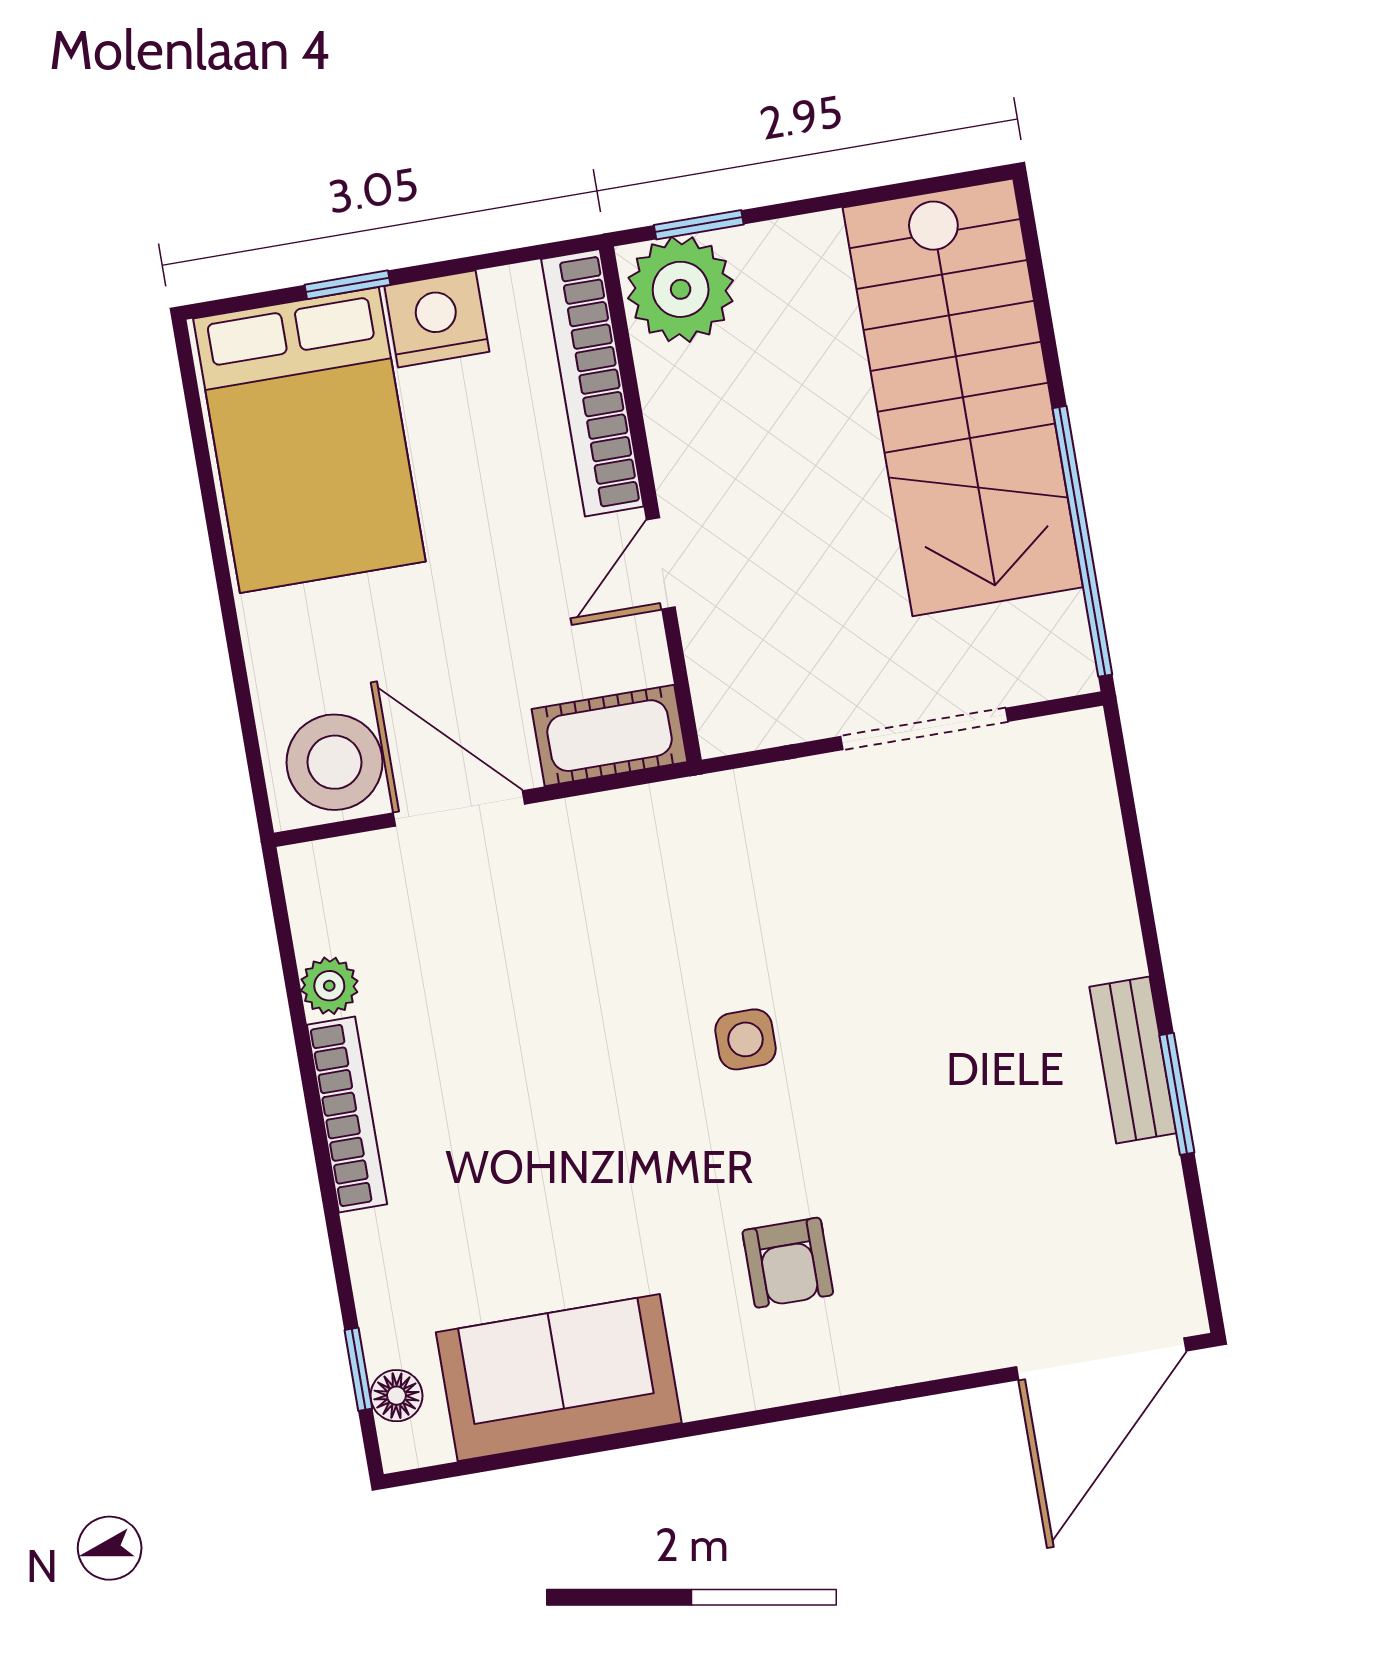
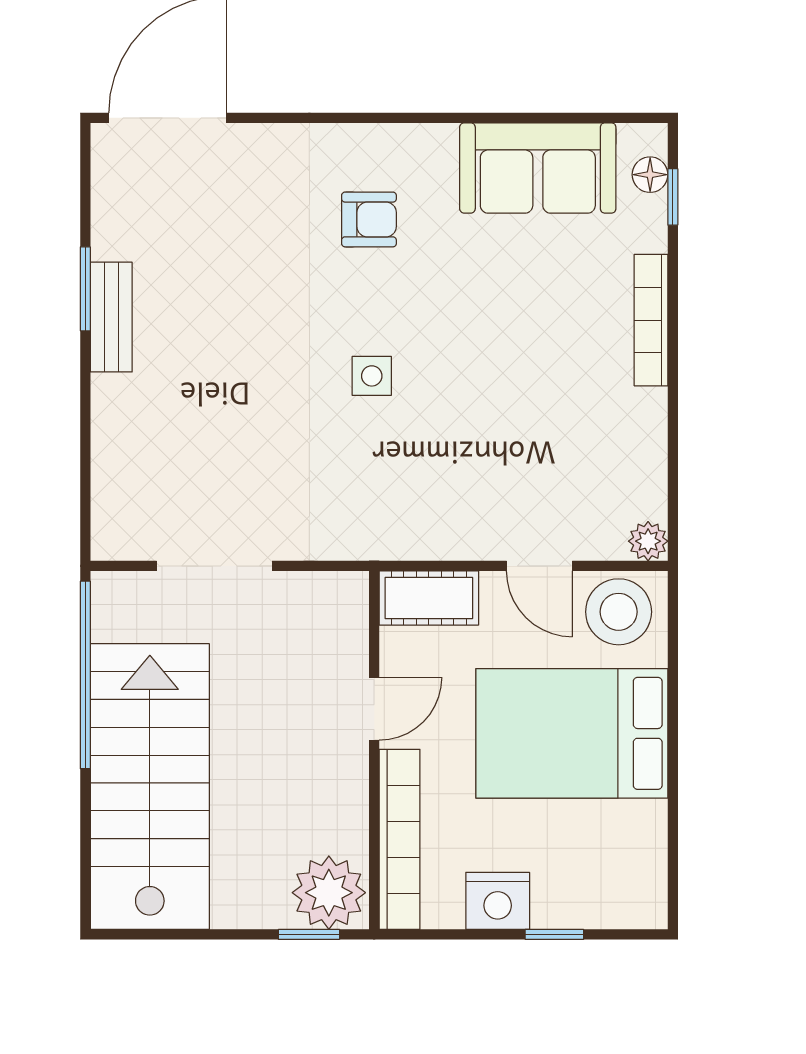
bed: (309, 440) -> (572, 733), moved, turned -90
door: (459, 808) -> (539, 566), width x0.73
plant: (329, 986) -> (648, 541), moved
bookcase: (347, 1114) -> (651, 320), moved
armchair: (788, 1263) -> (369, 219), turned 90

